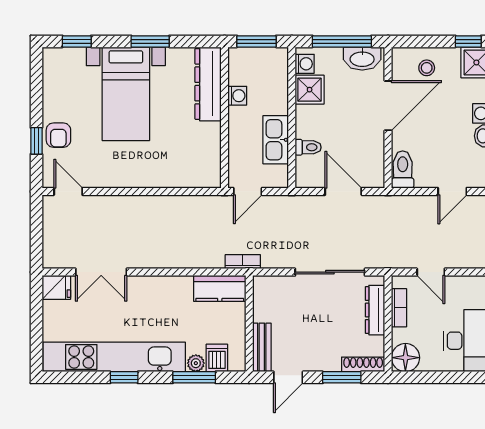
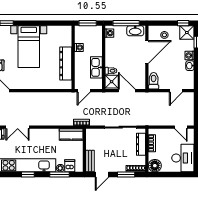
window: (150, 41) -> (40, 23), removed
dresser: (208, 84) -> (66, 64), moved
shower: (310, 90) -> (112, 82), moved
door: (431, 272) -> (181, 127), moved

